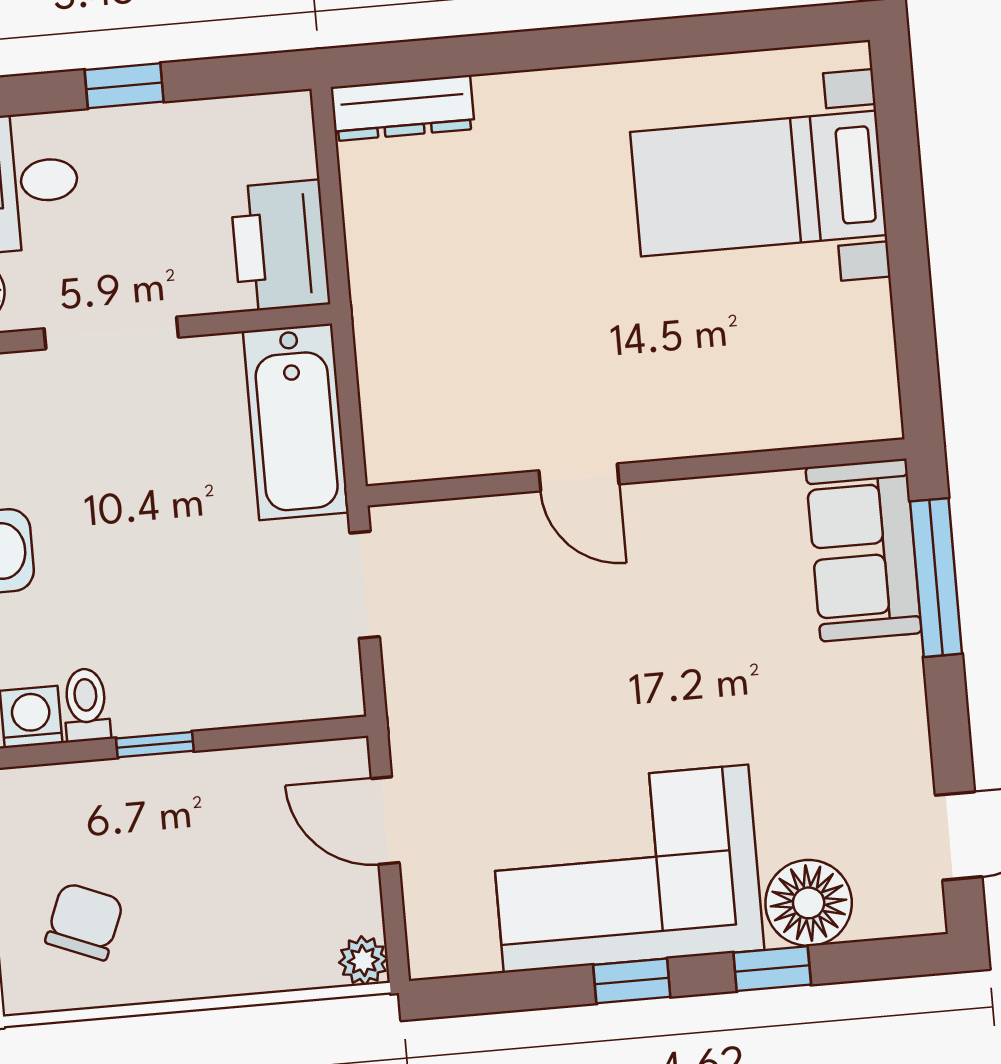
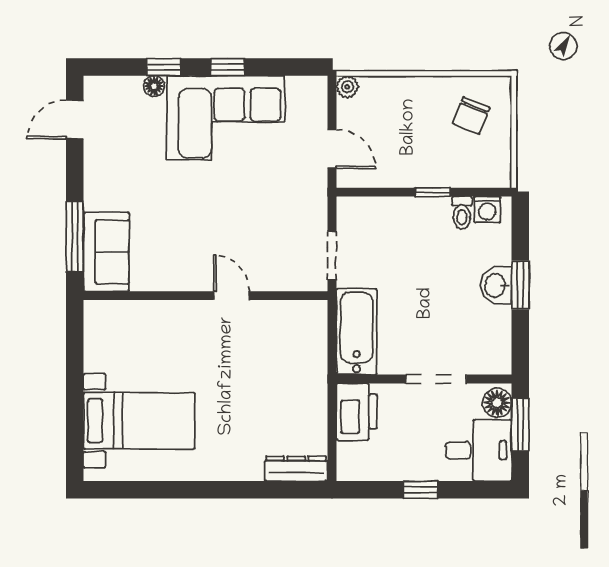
floor lamp: (809, 903) -> (154, 86), width x0.53, depth x0.53

